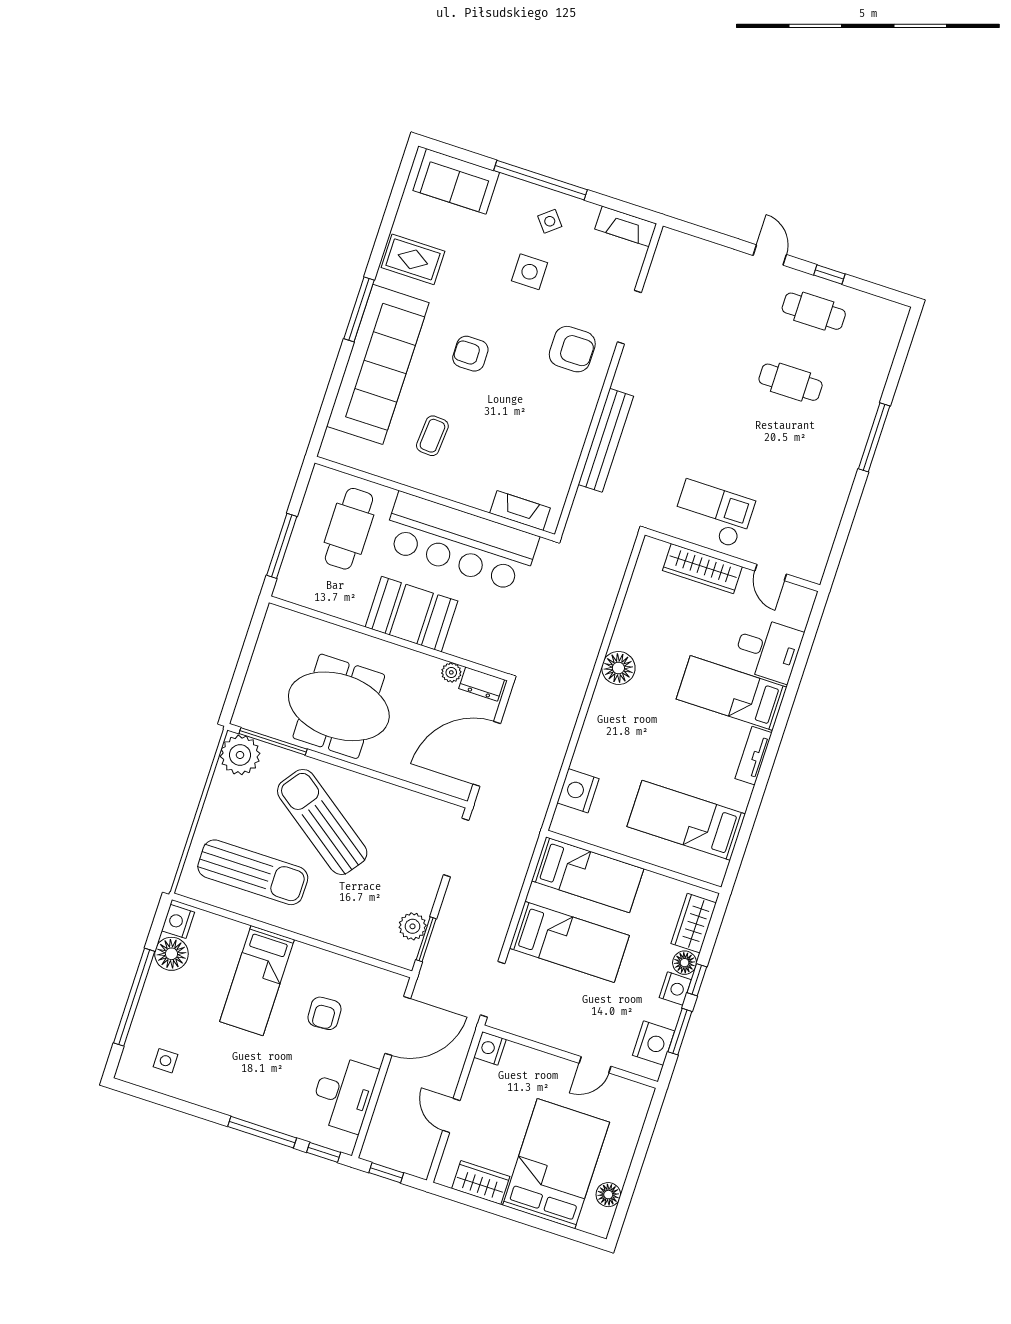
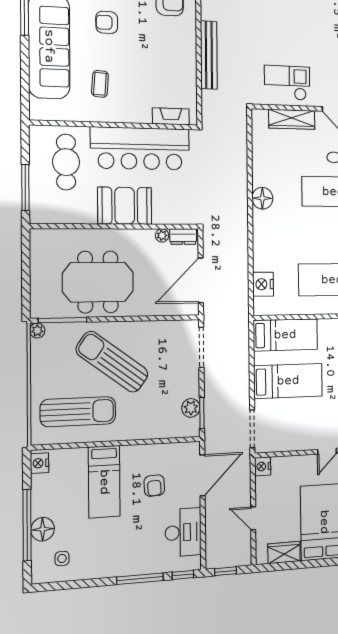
plant: (240, 755) -> (37, 330), width x0.53, depth x0.53
floor lamp: (171, 954) -> (43, 529), moved

